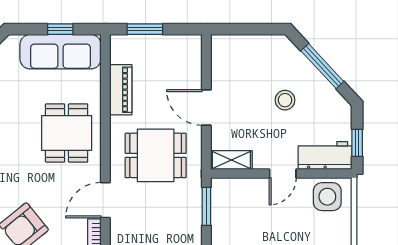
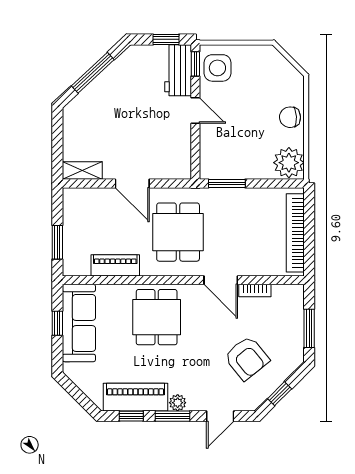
stool: (285, 100) -> (125, 108), removed
door: (206, 107) -> (132, 183), hinge flipped
dining table: (67, 133) -> (157, 317), turned 90
shelving: (231, 160) -> (82, 171), moved, turned 90
window: (332, 174) -> (195, 64), added

